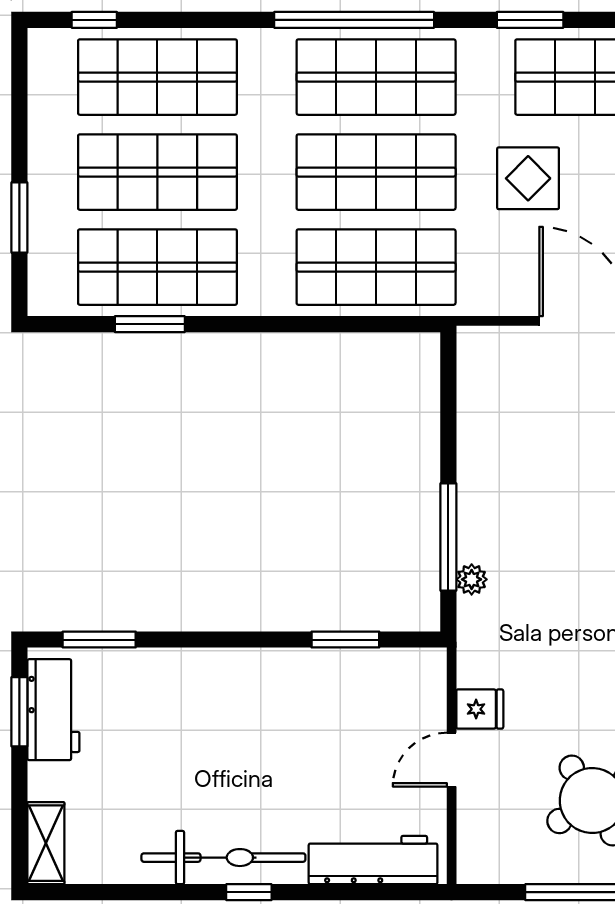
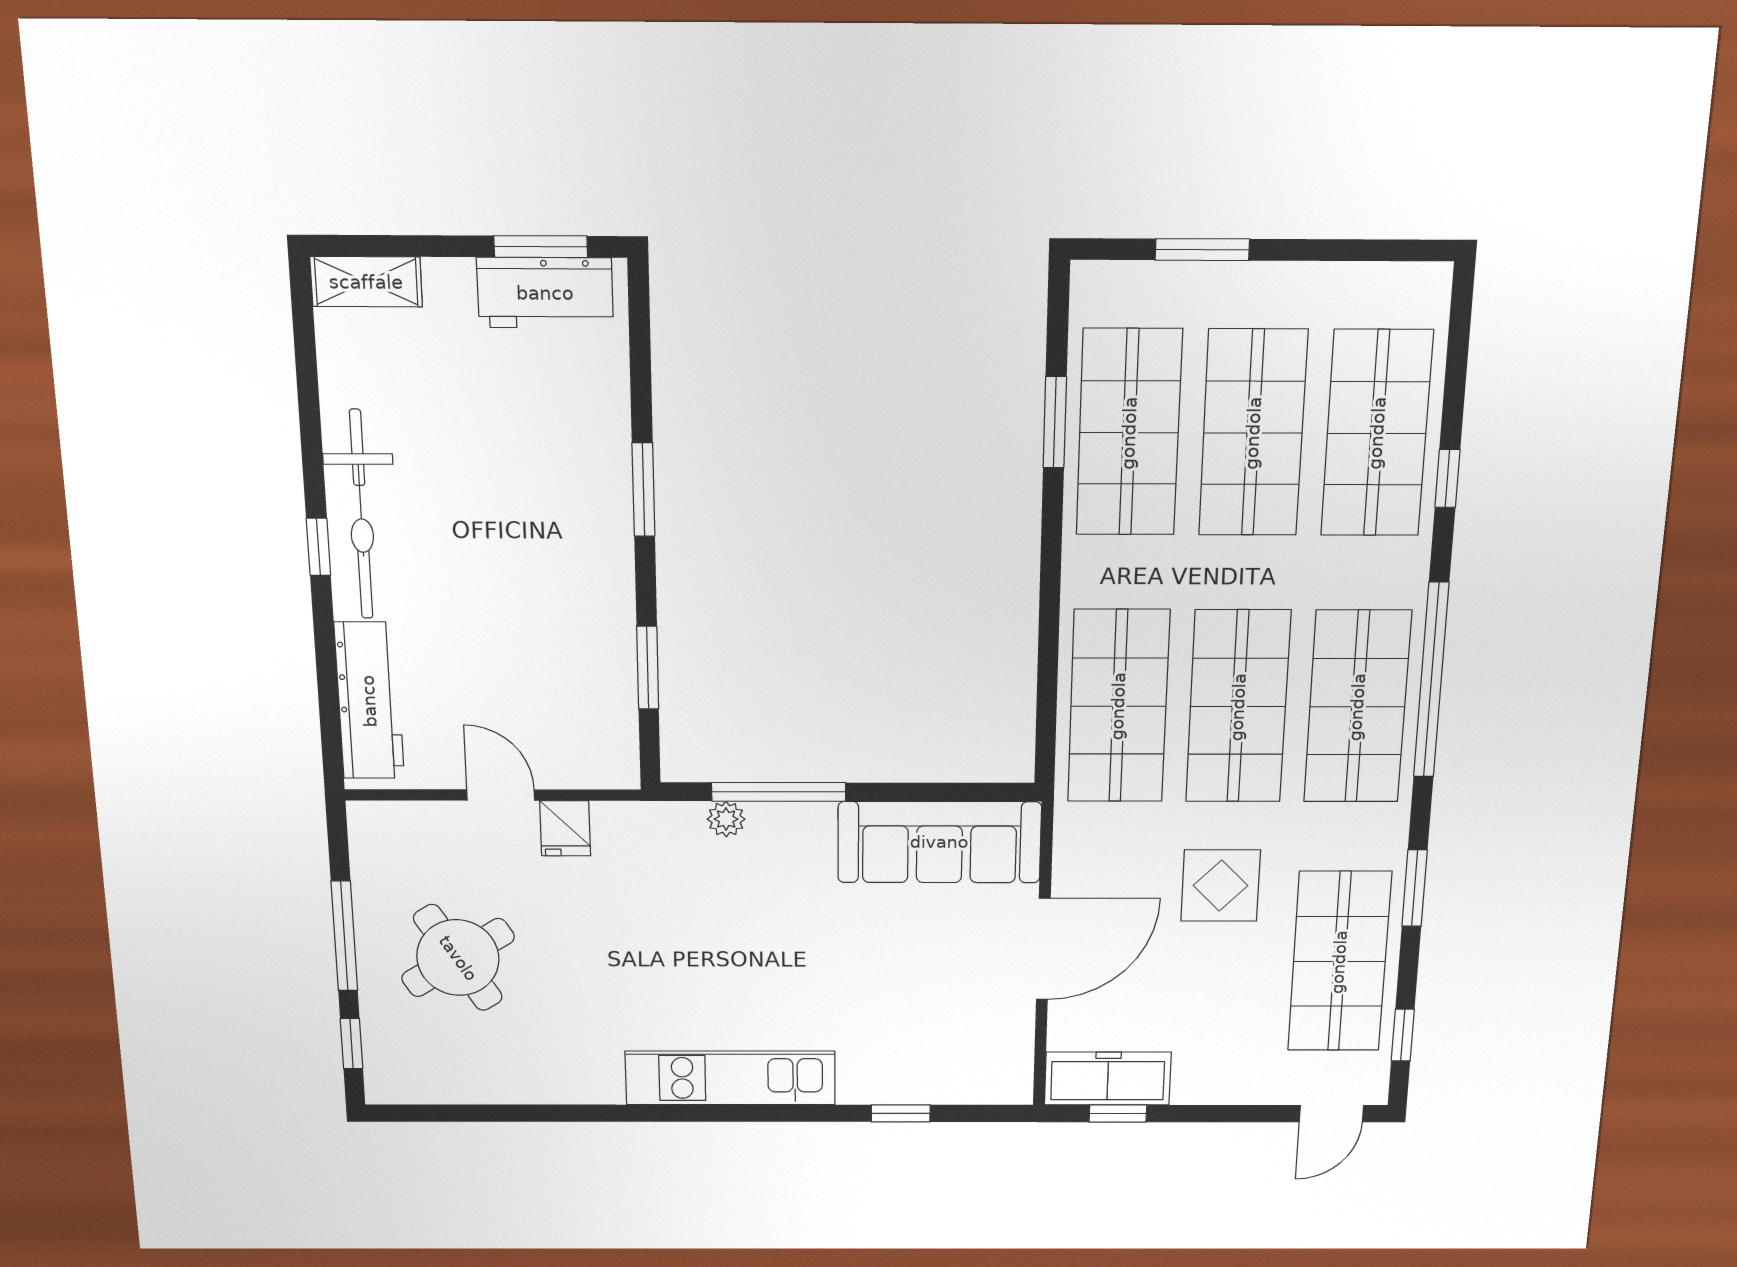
window: (94, 20) -> (1447, 478), moved
sofa: (491, 408) -> (939, 842), added
window: (99, 640) -> (643, 490), moved

